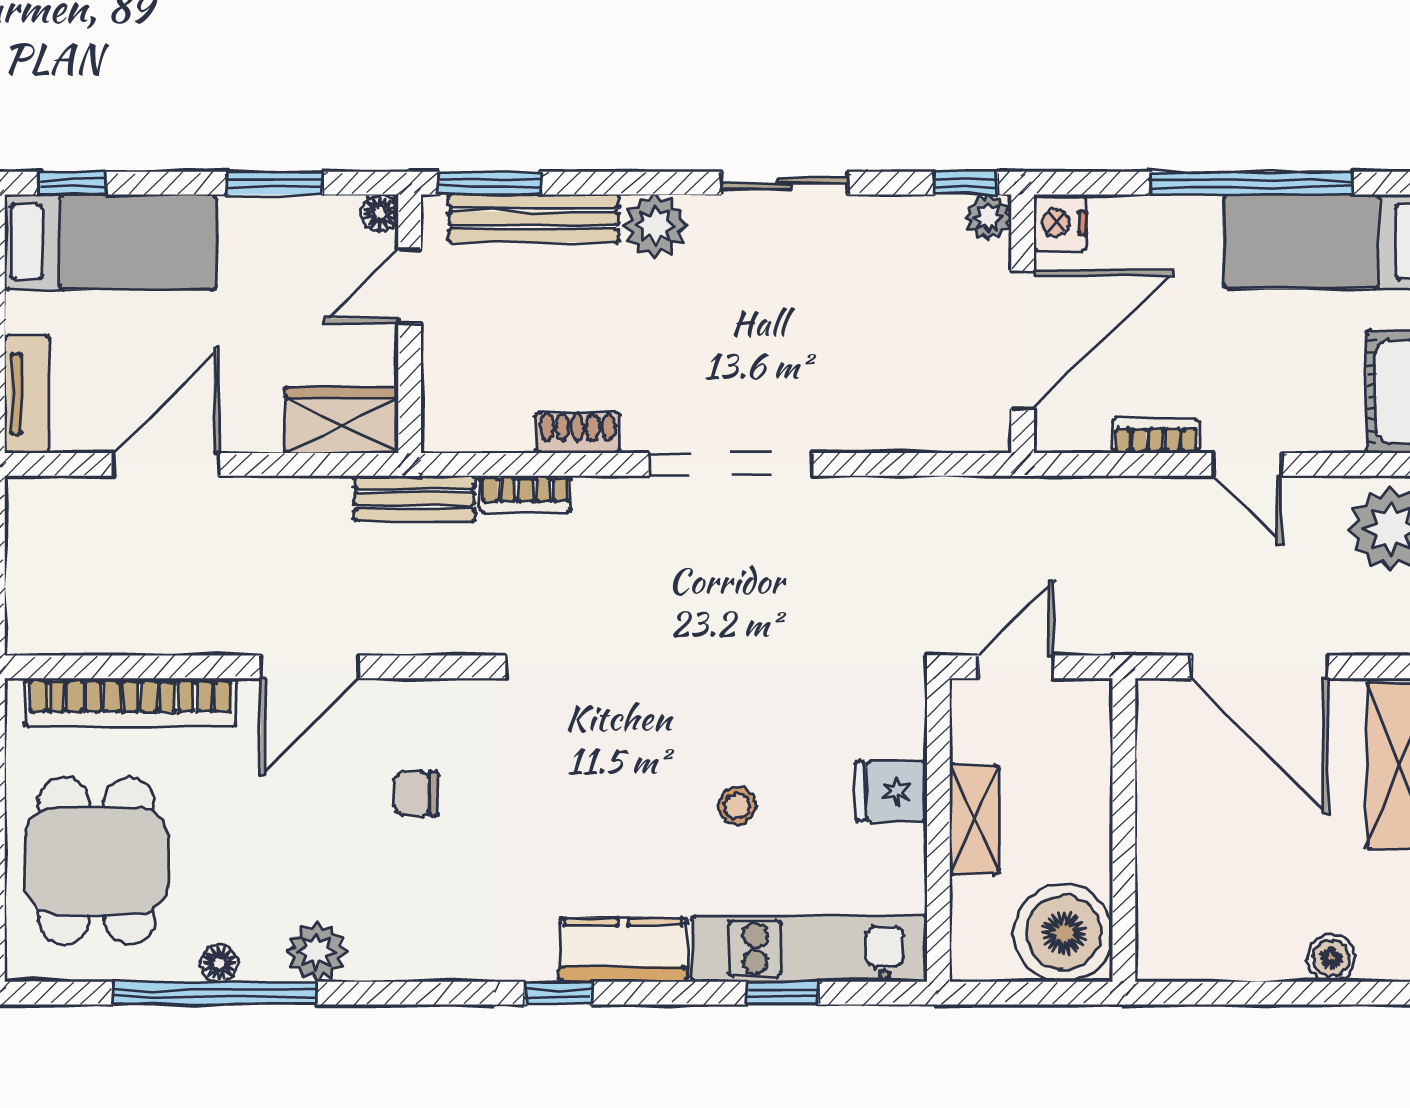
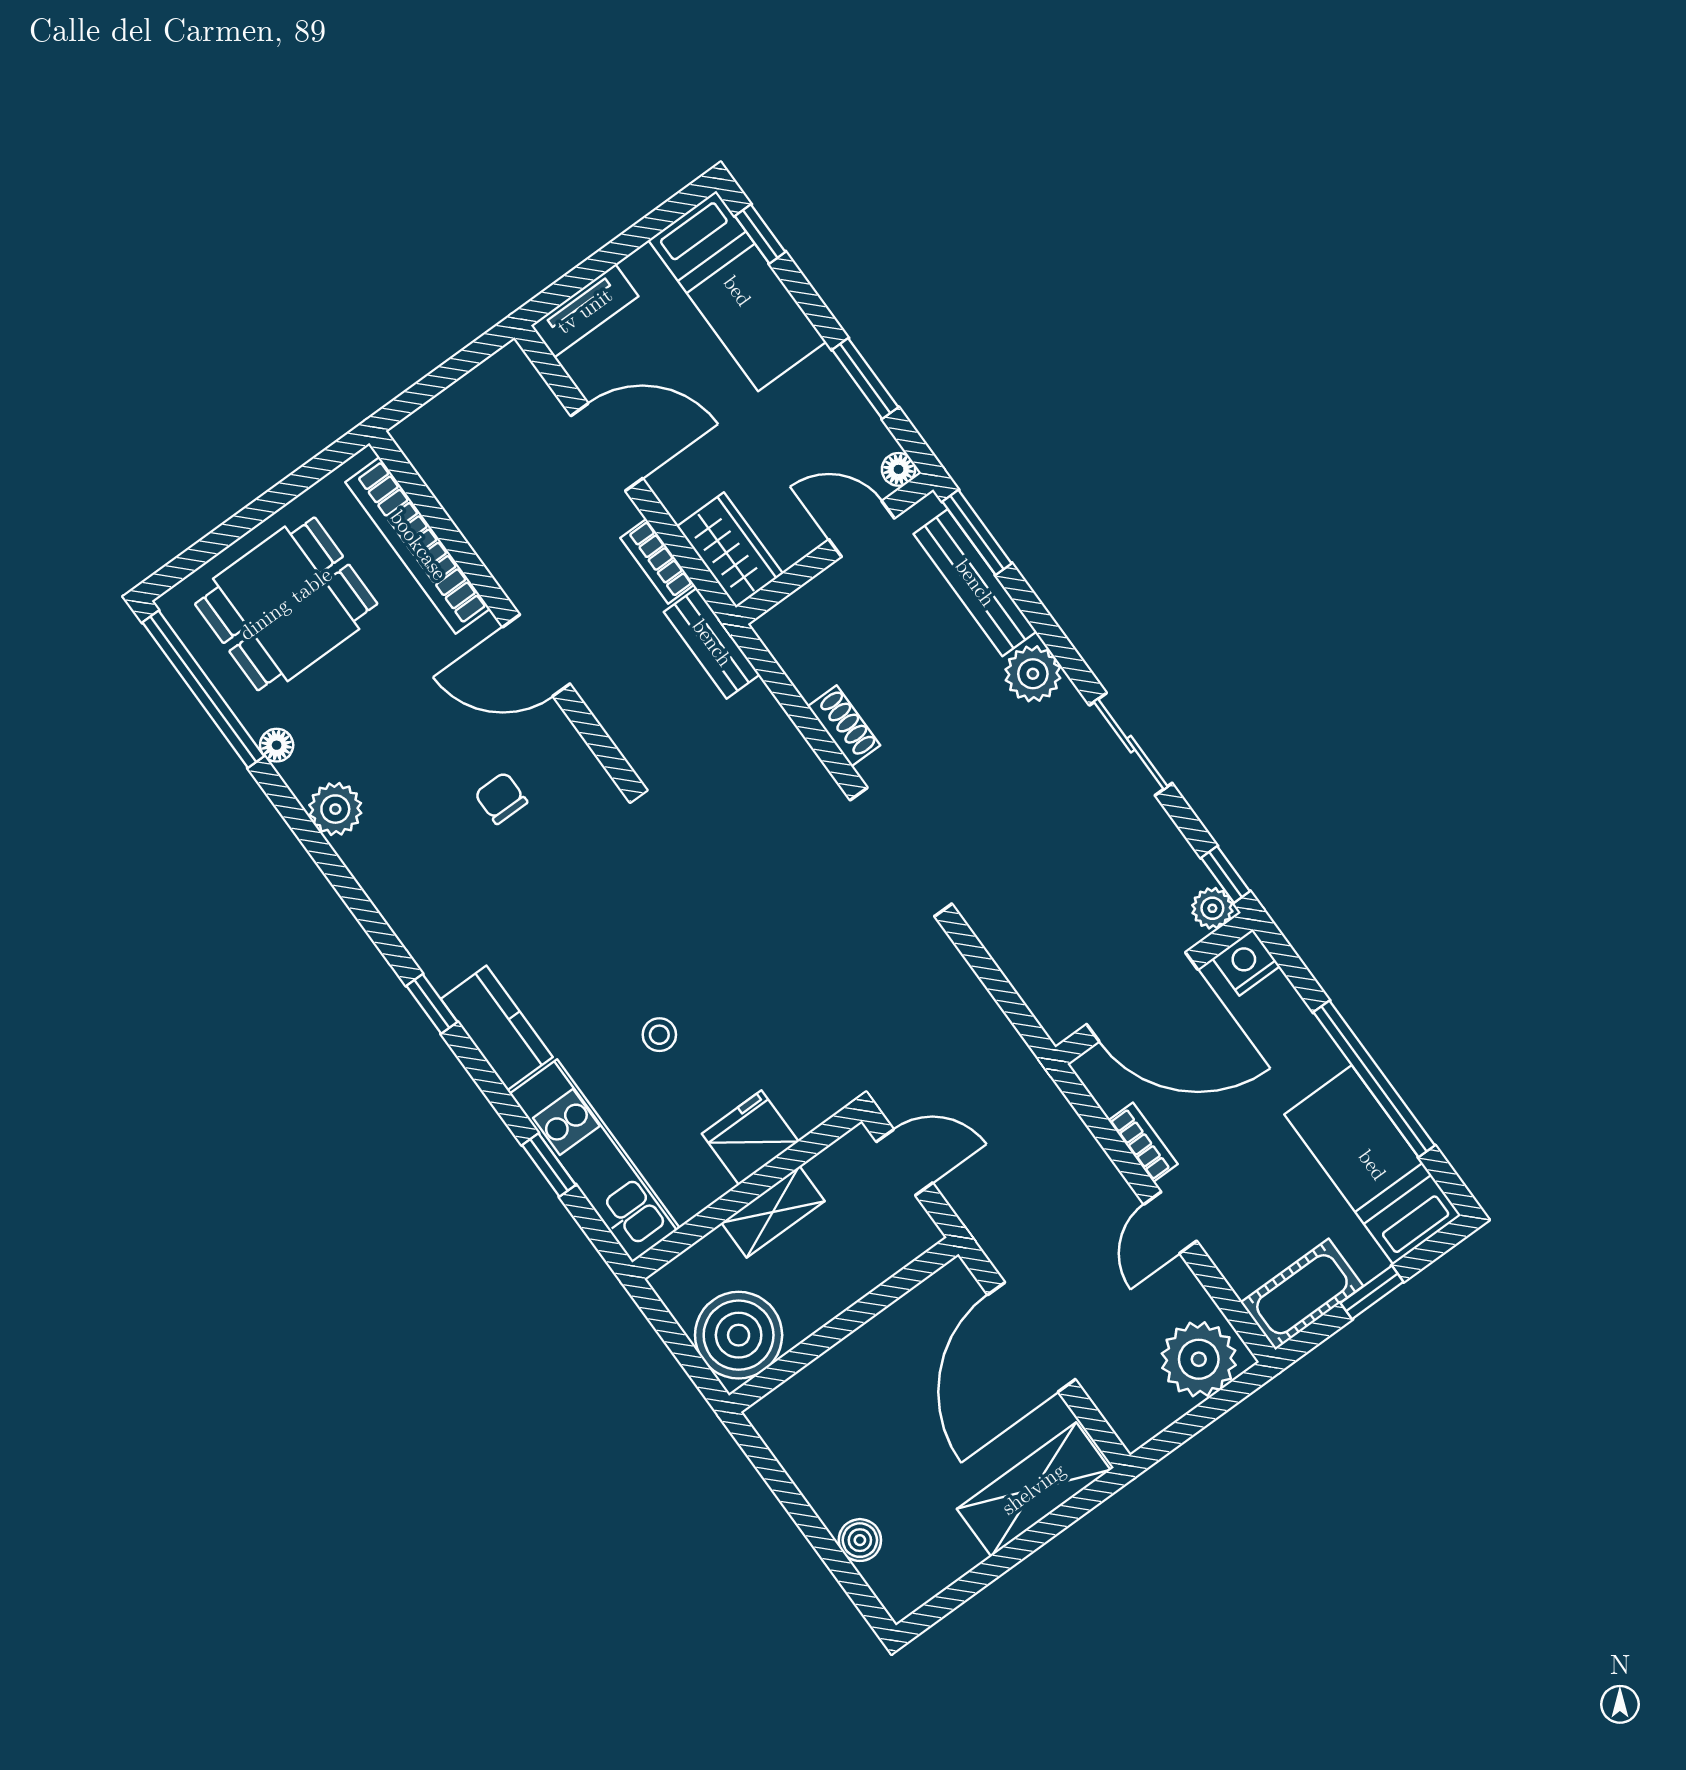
bookcase: (526, 494) -> (657, 561), moved
fridge: (891, 791) -> (750, 1138), width x1.38
window: (214, 993) -> (203, 689), moved

